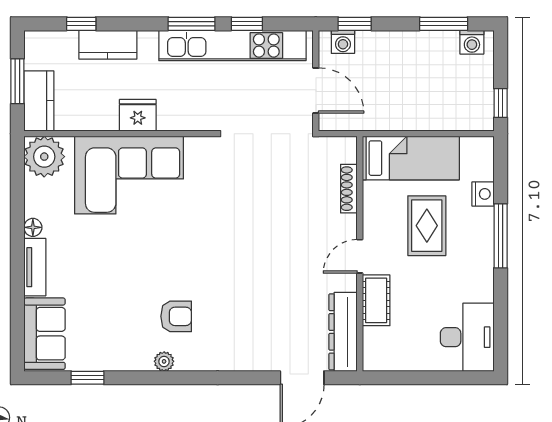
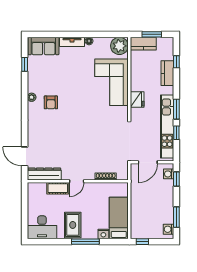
fridge: (138, 115) -> (137, 99), moved
bed: (411, 158) -> (119, 218), moved, turned 180
rug: (427, 226) -> (73, 225), moved, turned 90
door: (360, 256) -> (77, 181), swing flipped

